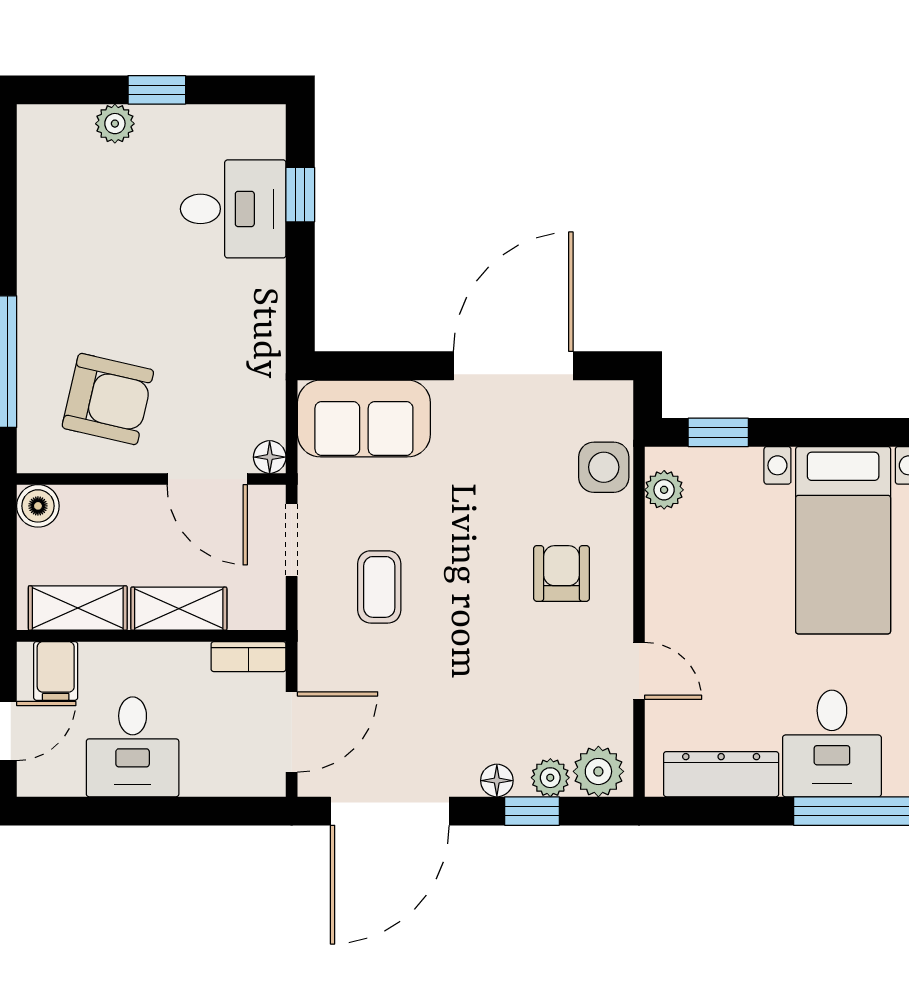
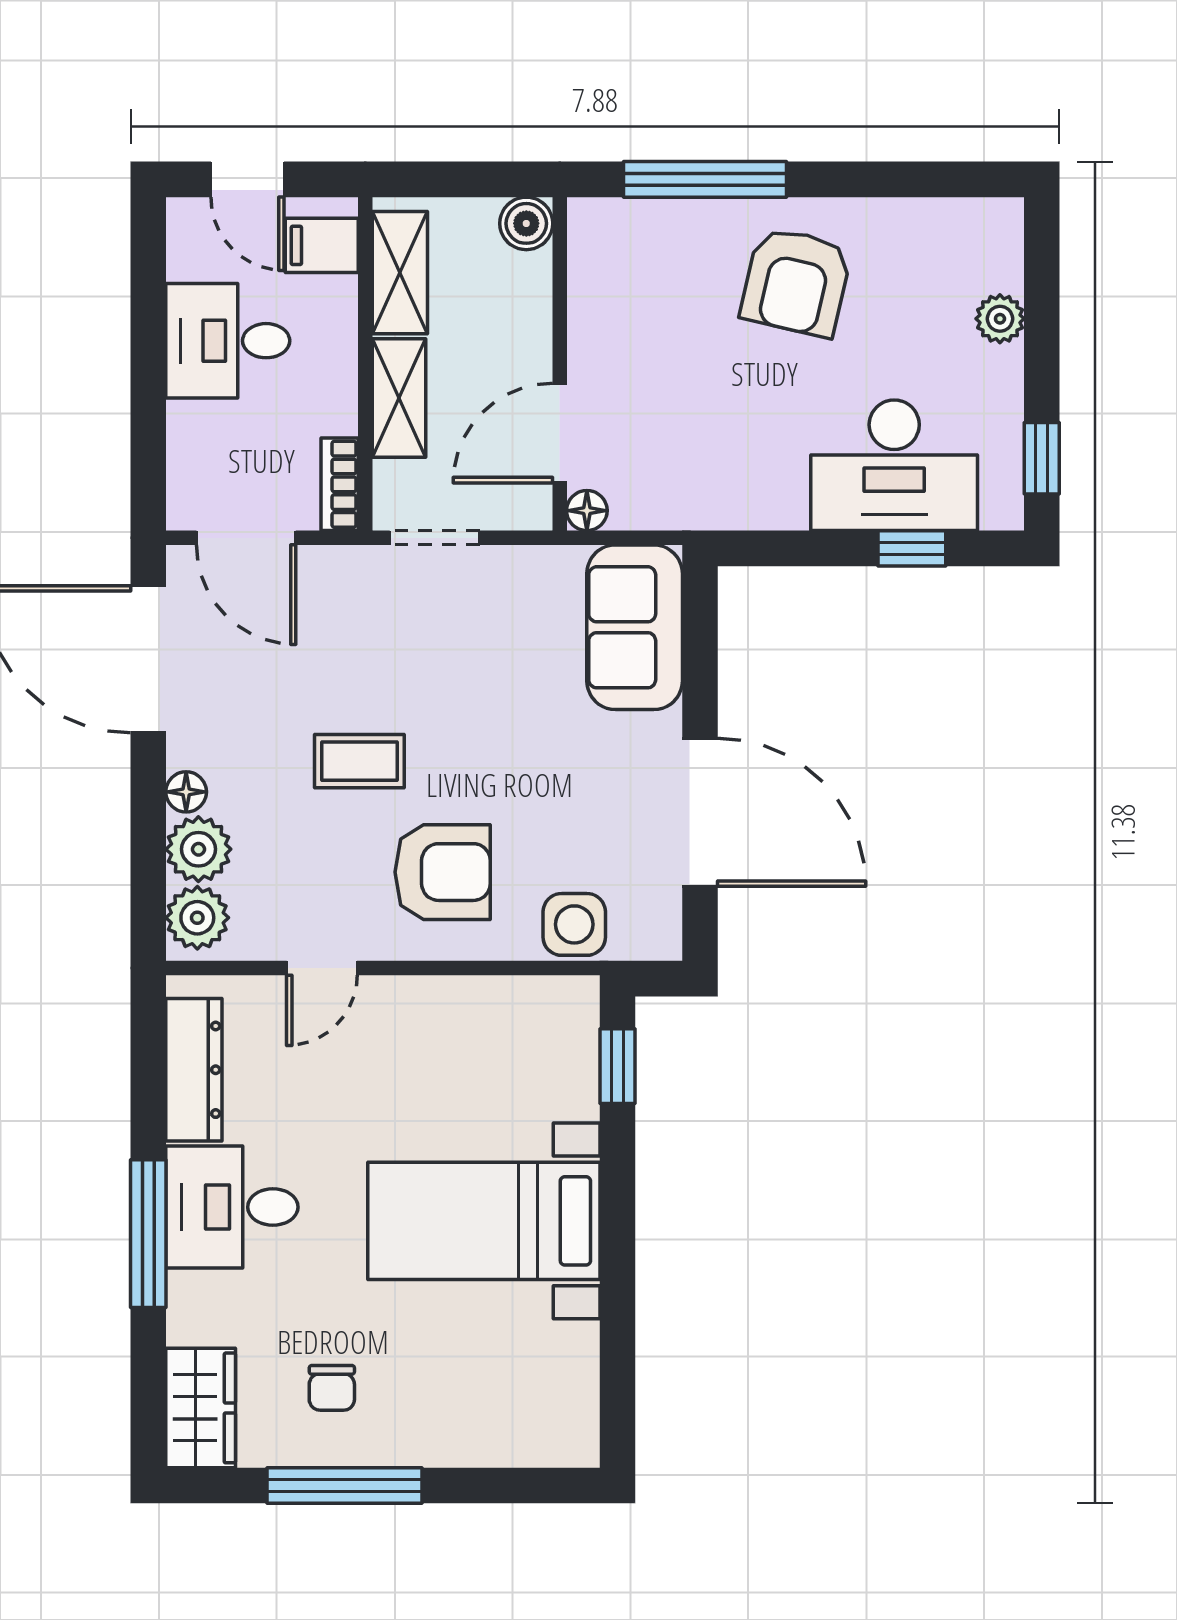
window: (157, 90) -> (1042, 458), moved
desk: (233, 209) -> (894, 465), width x1.37
armchair: (108, 399) -> (796, 282), moved
plant: (664, 490) -> (546, 999), removed
doorway: (292, 540) -> (435, 538), moved
armchair: (562, 573) -> (443, 872), width x1.38, depth x1.38
coffee table: (379, 587) -> (359, 761), moved
plant: (550, 778) -> (198, 849), width x1.38, depth x1.38
window: (532, 811) -> (148, 835), removed

